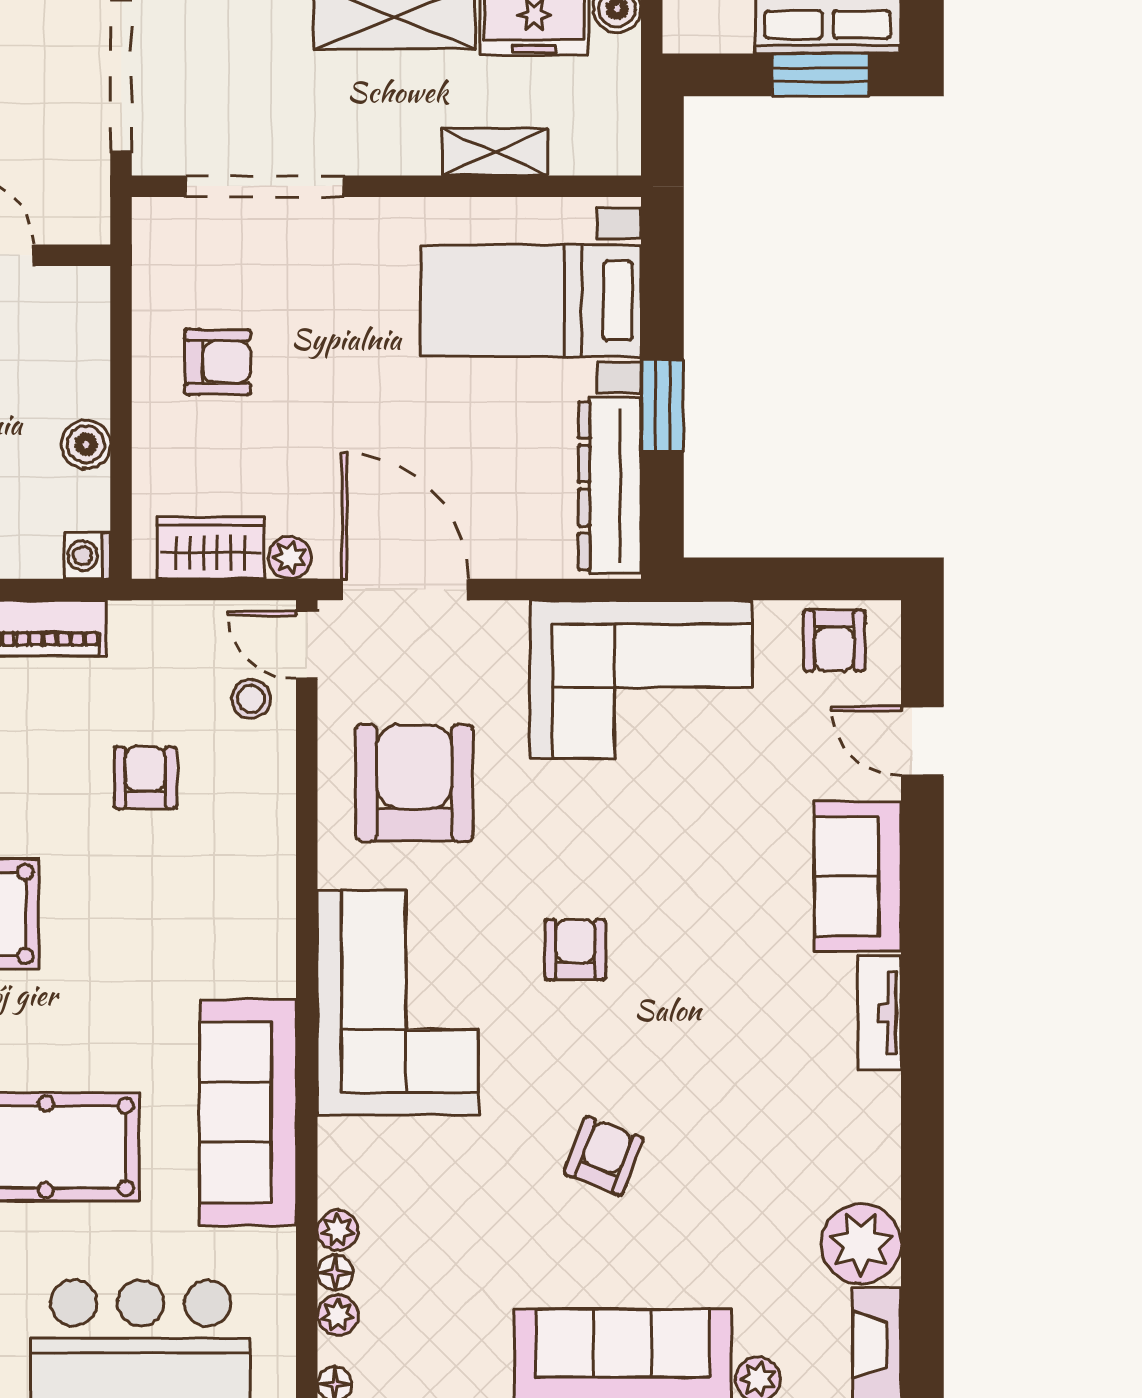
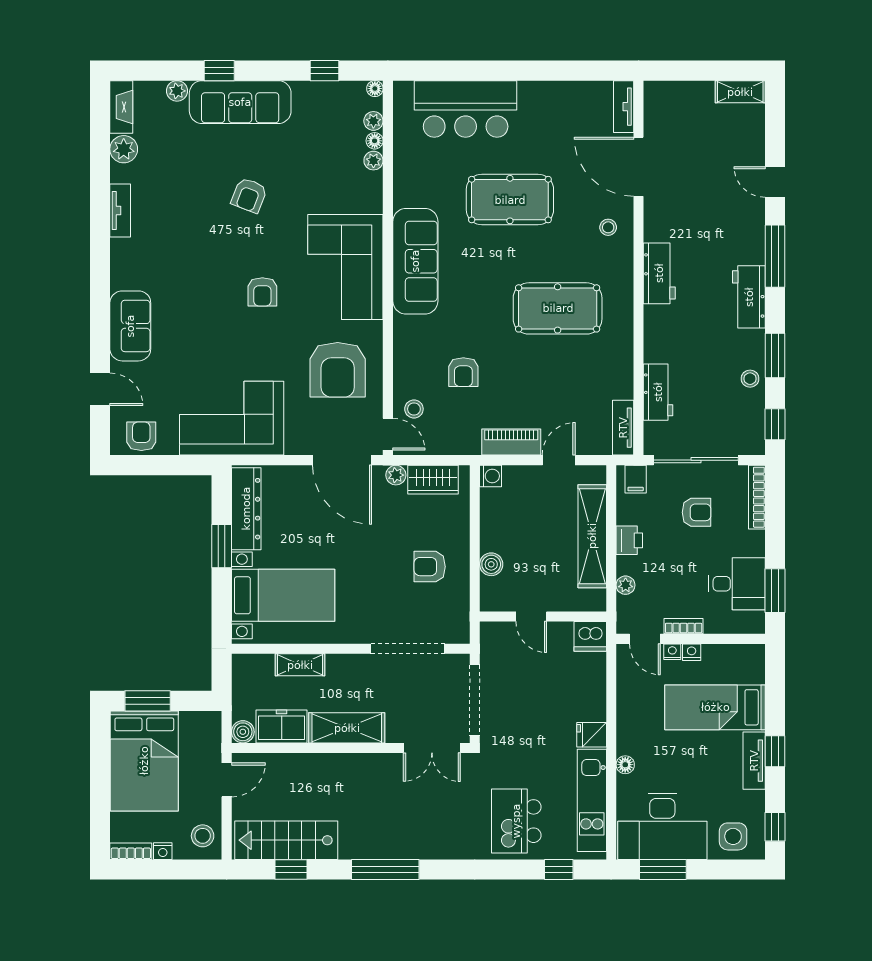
boiler: (86, 444) -> (491, 564), moved
tv unit: (879, 1013) -> (120, 210), moved
sofa: (248, 1112) -> (415, 261), moved
plant: (861, 1244) -> (124, 149), width x0.73, depth x0.73

